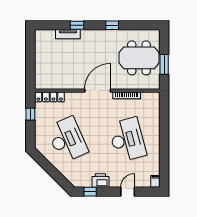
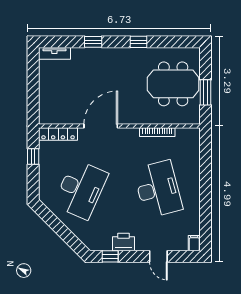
tv unit: (68, 34) -> (54, 53), moved
door: (98, 91) -> (101, 126), moved
desk: (67, 140) -> (81, 189), turned 48
door: (128, 192) -> (158, 256), swing flipped

